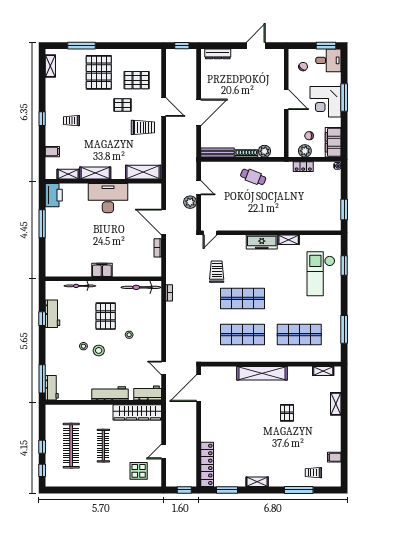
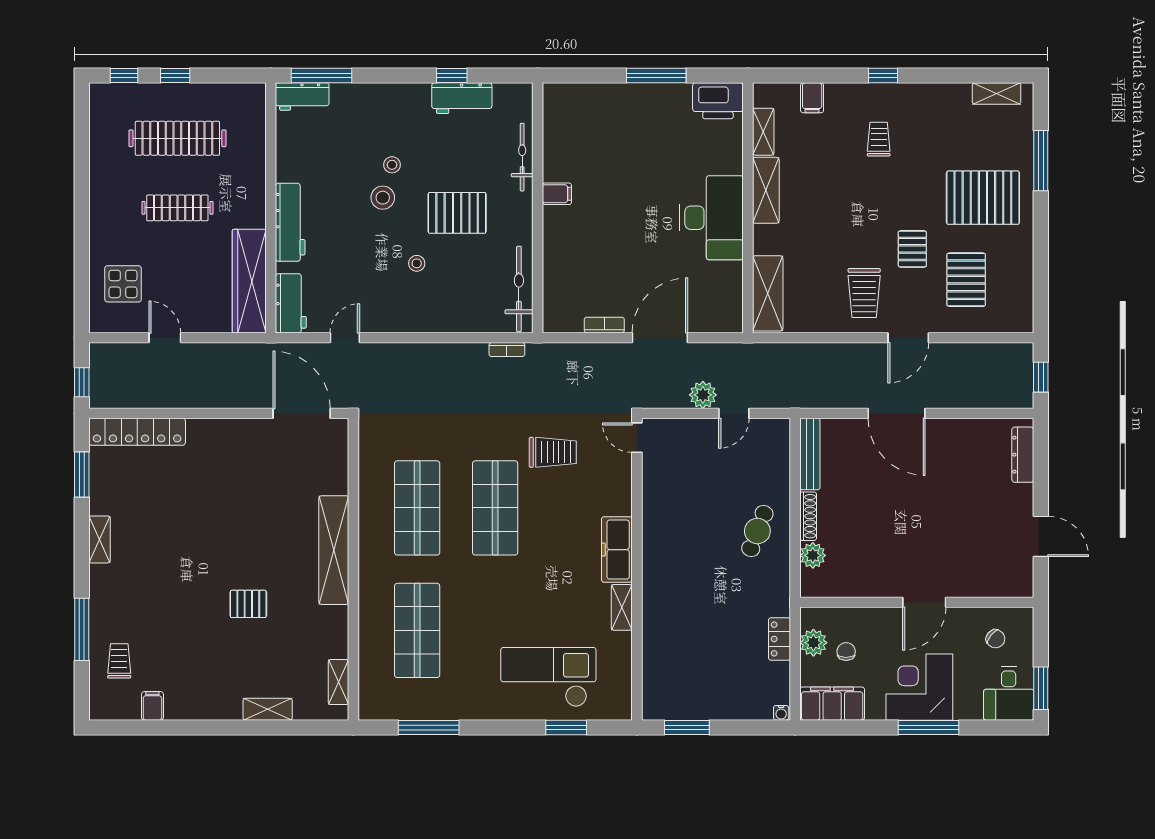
filing cabinet: (102, 270) -> (557, 194), width x0.50

